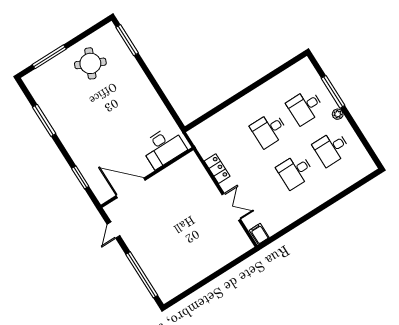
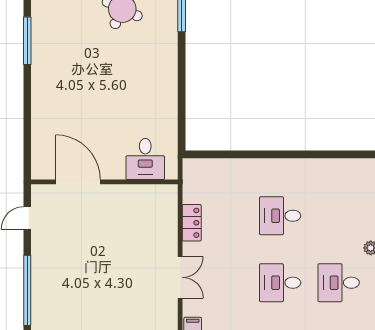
desk: (305, 107) -> (339, 216), removed
desk: (163, 147) -> (145, 159), width x0.73
window: (80, 177) -> (27, 133), removed

